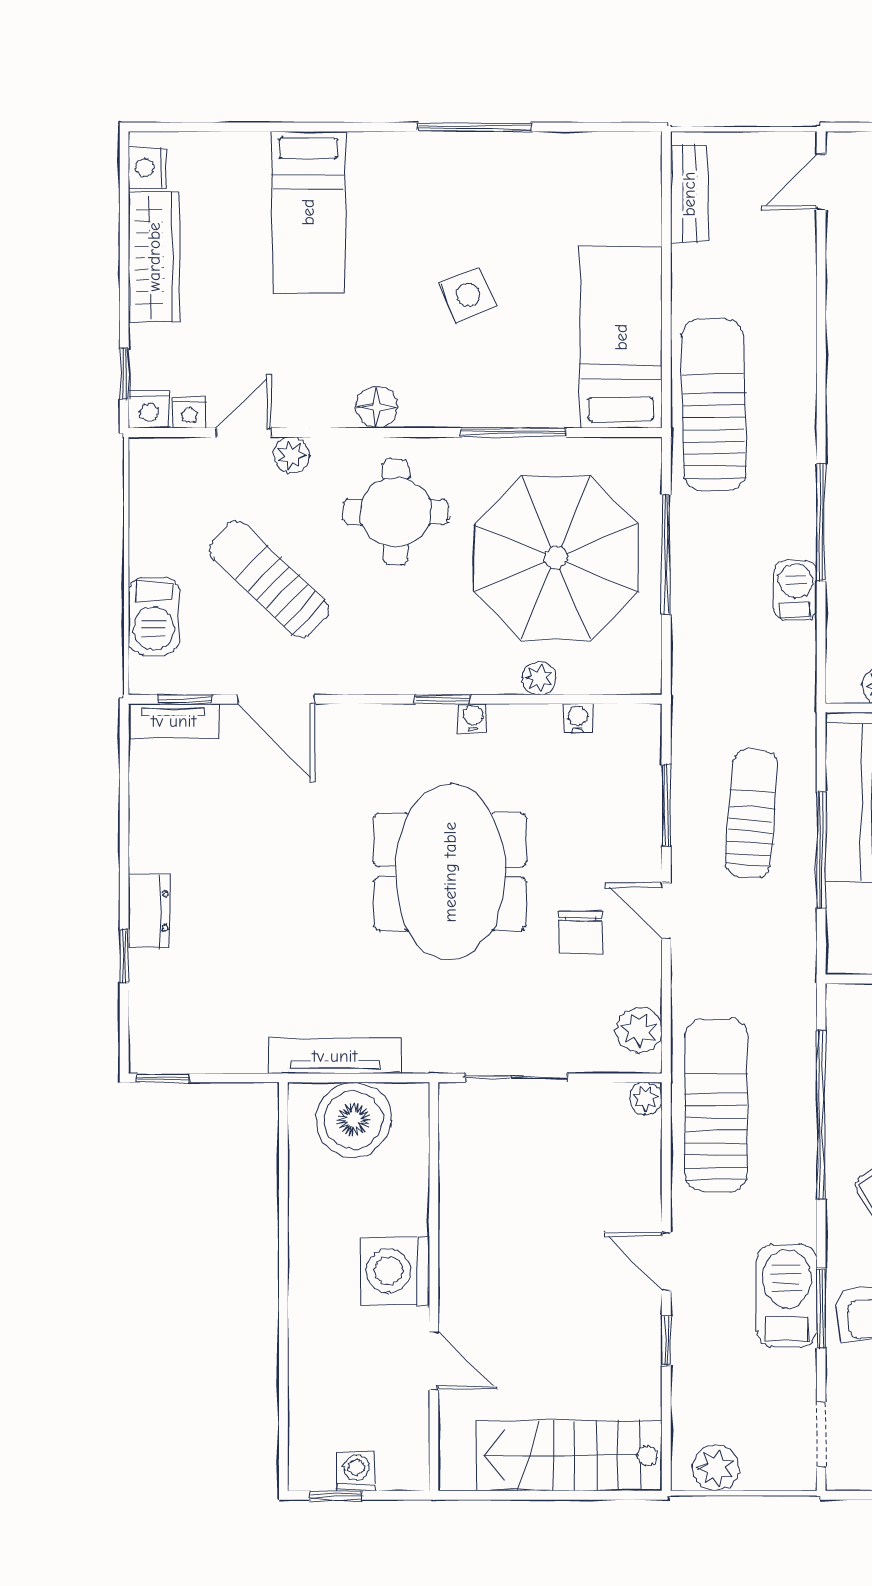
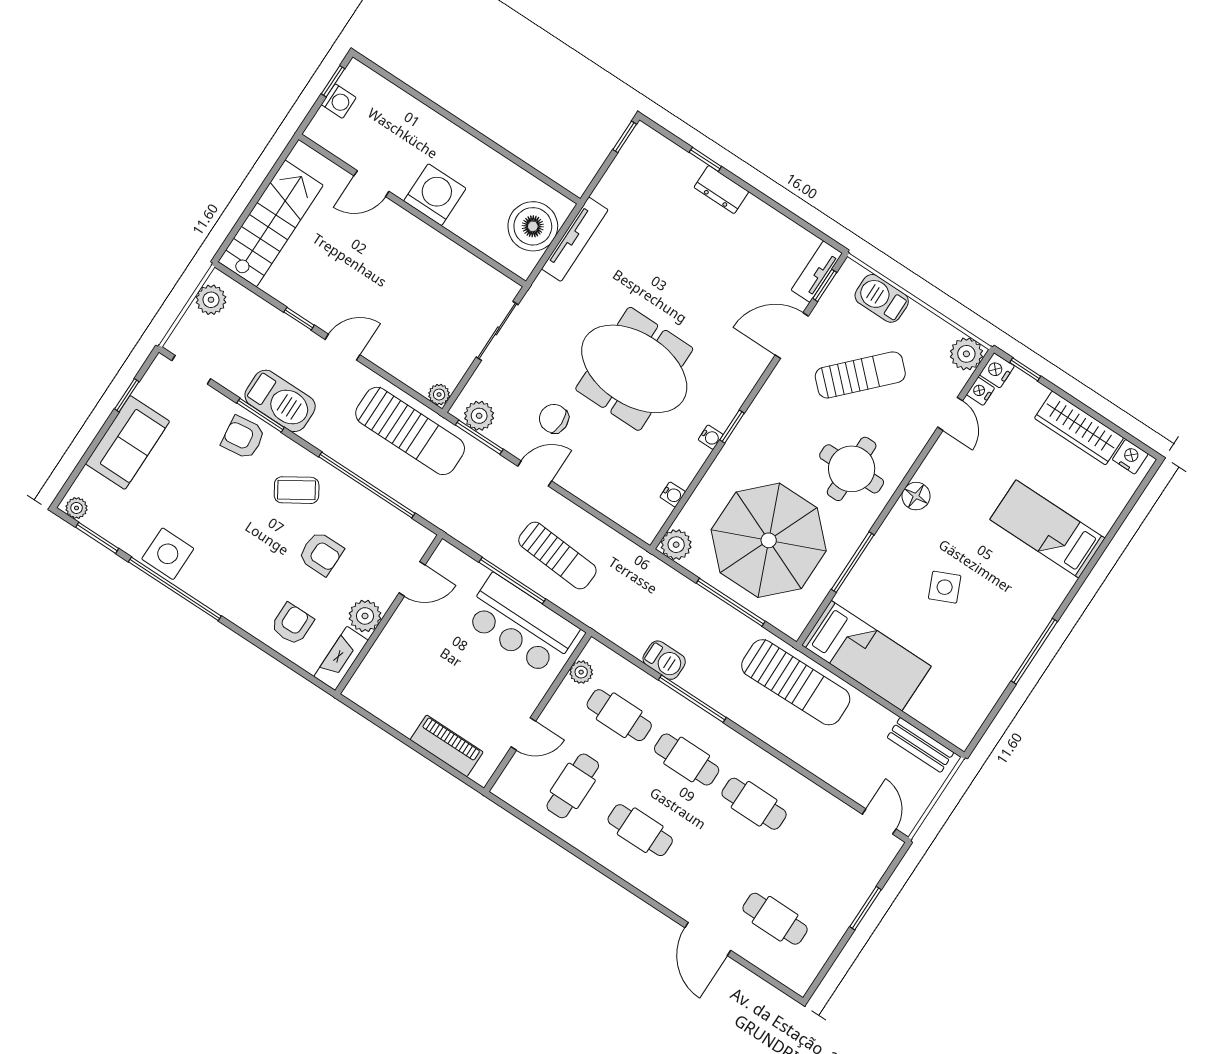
plant: (291, 455) -> (966, 354), moved, width x1.38, depth x1.38
plant: (539, 678) -> (676, 545), moved, width x1.38, depth x1.38
window: (666, 805) -> (479, 437), moved

